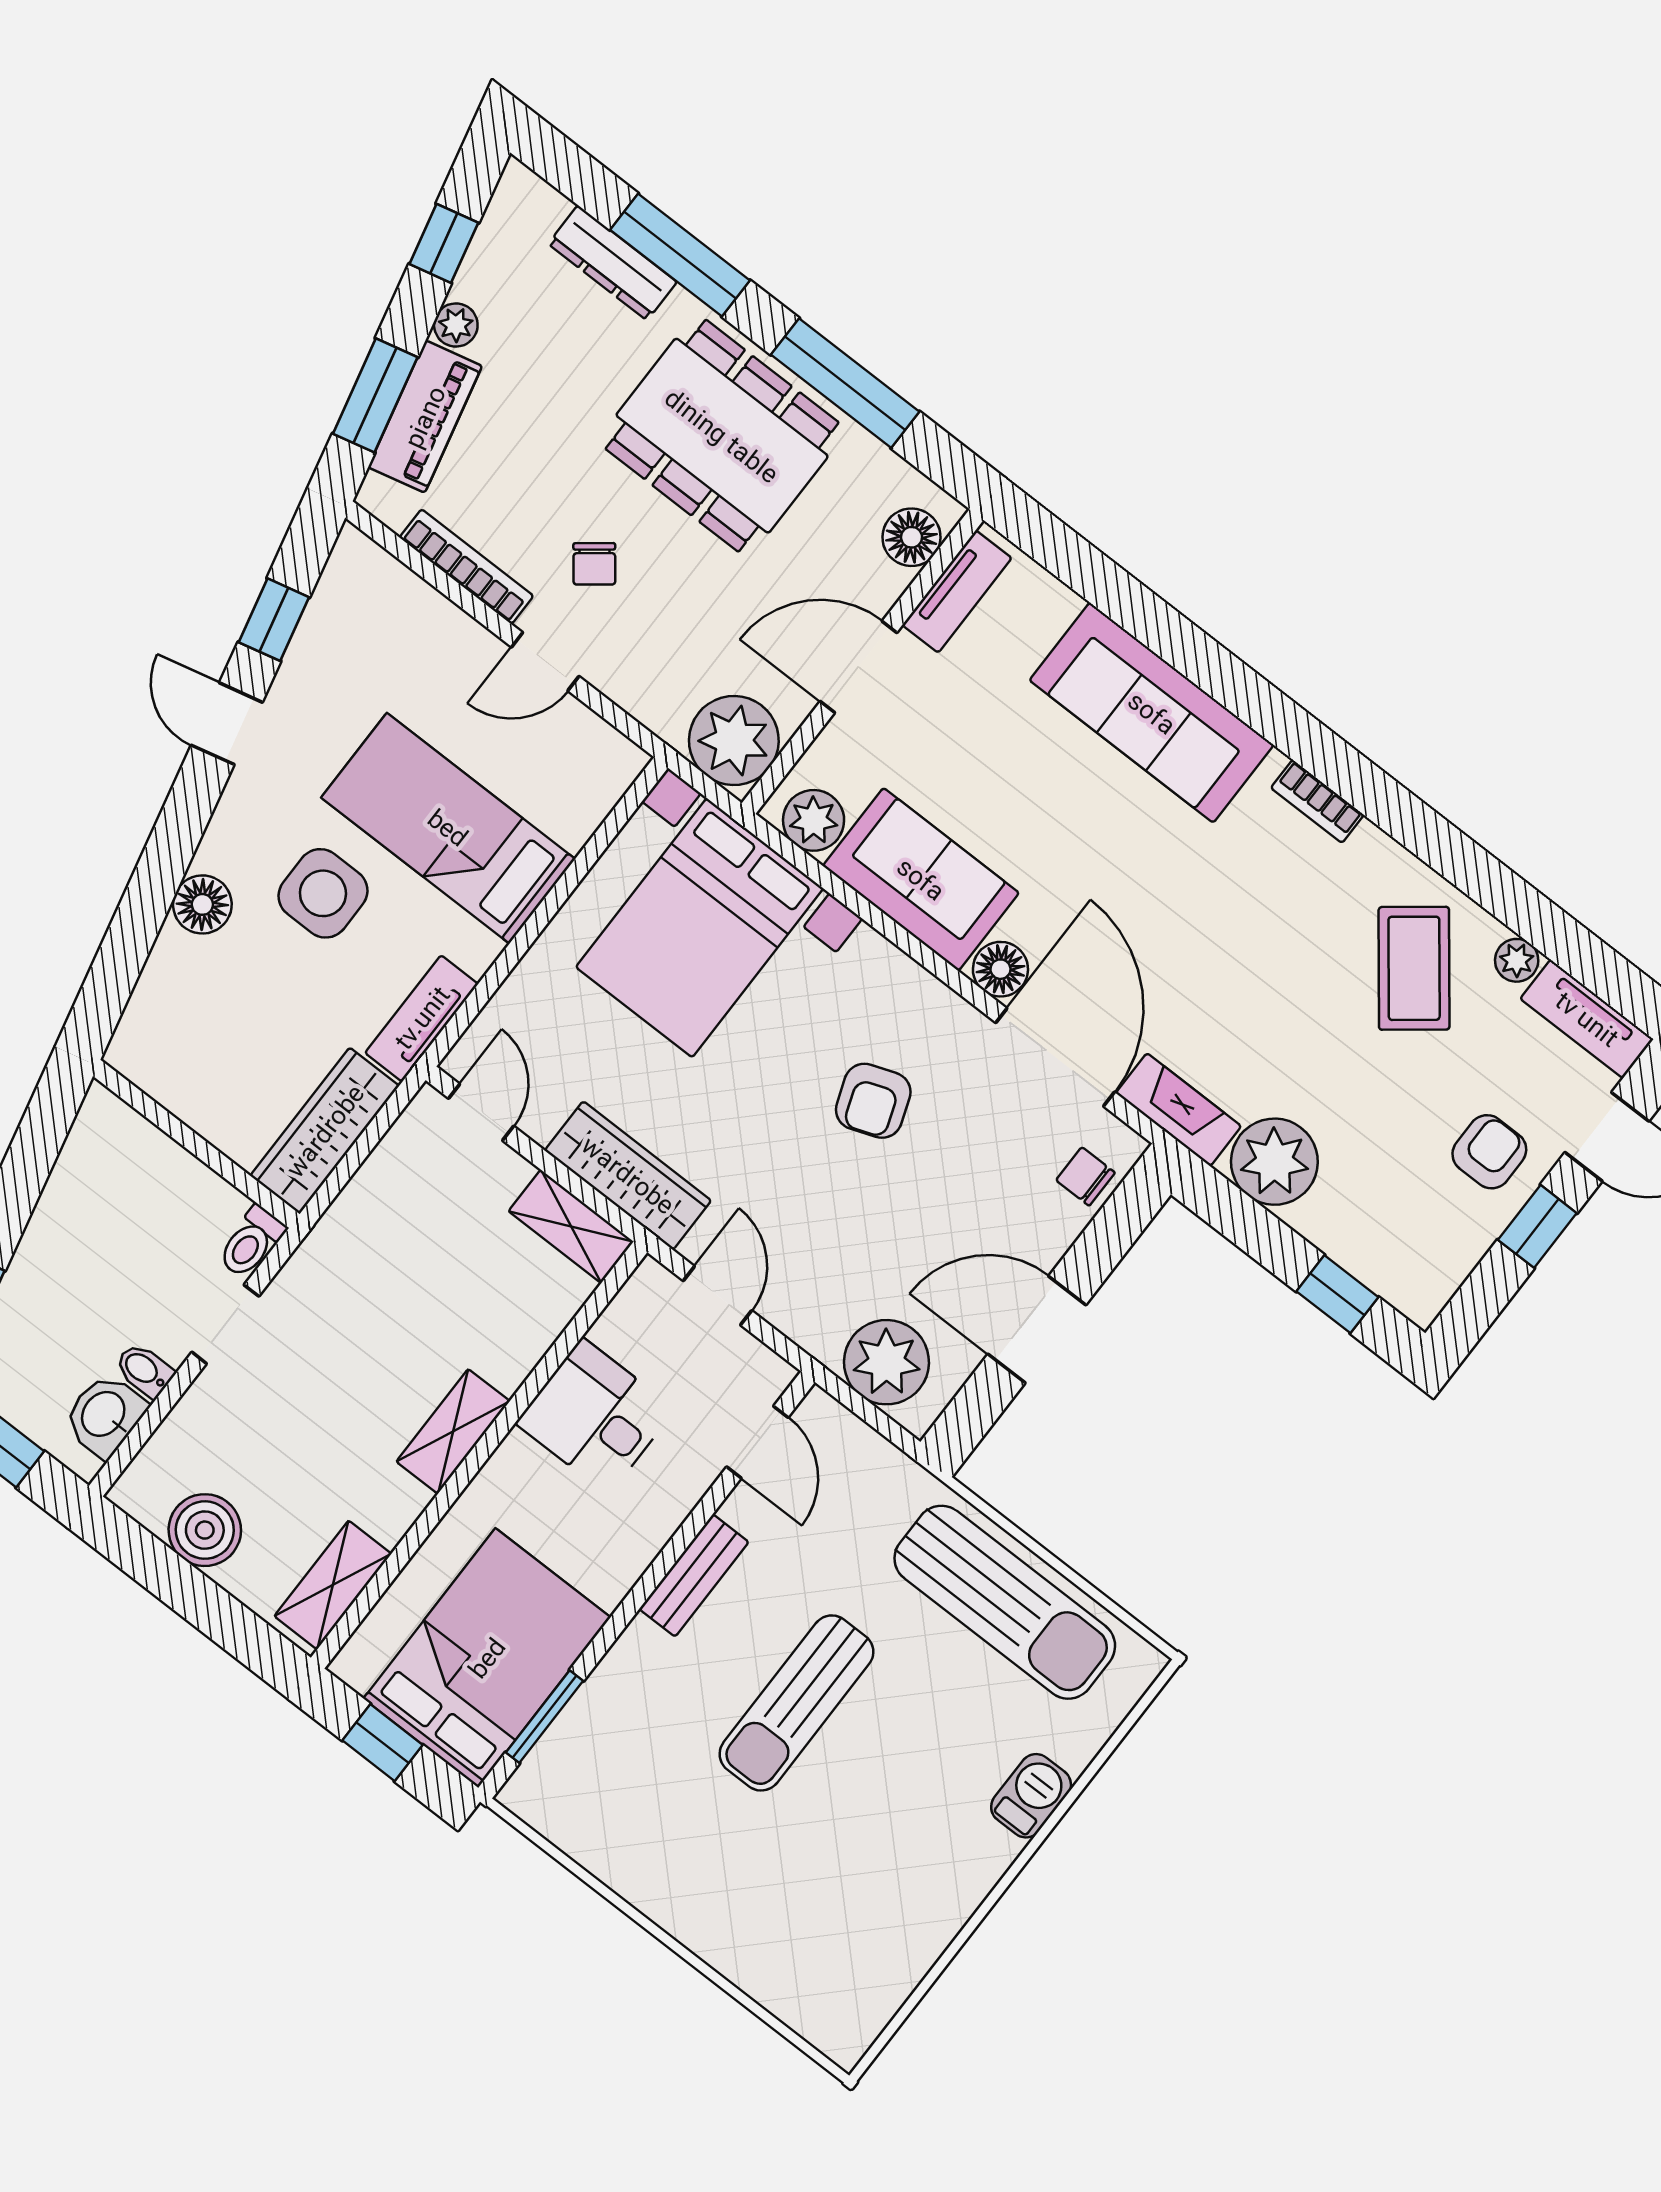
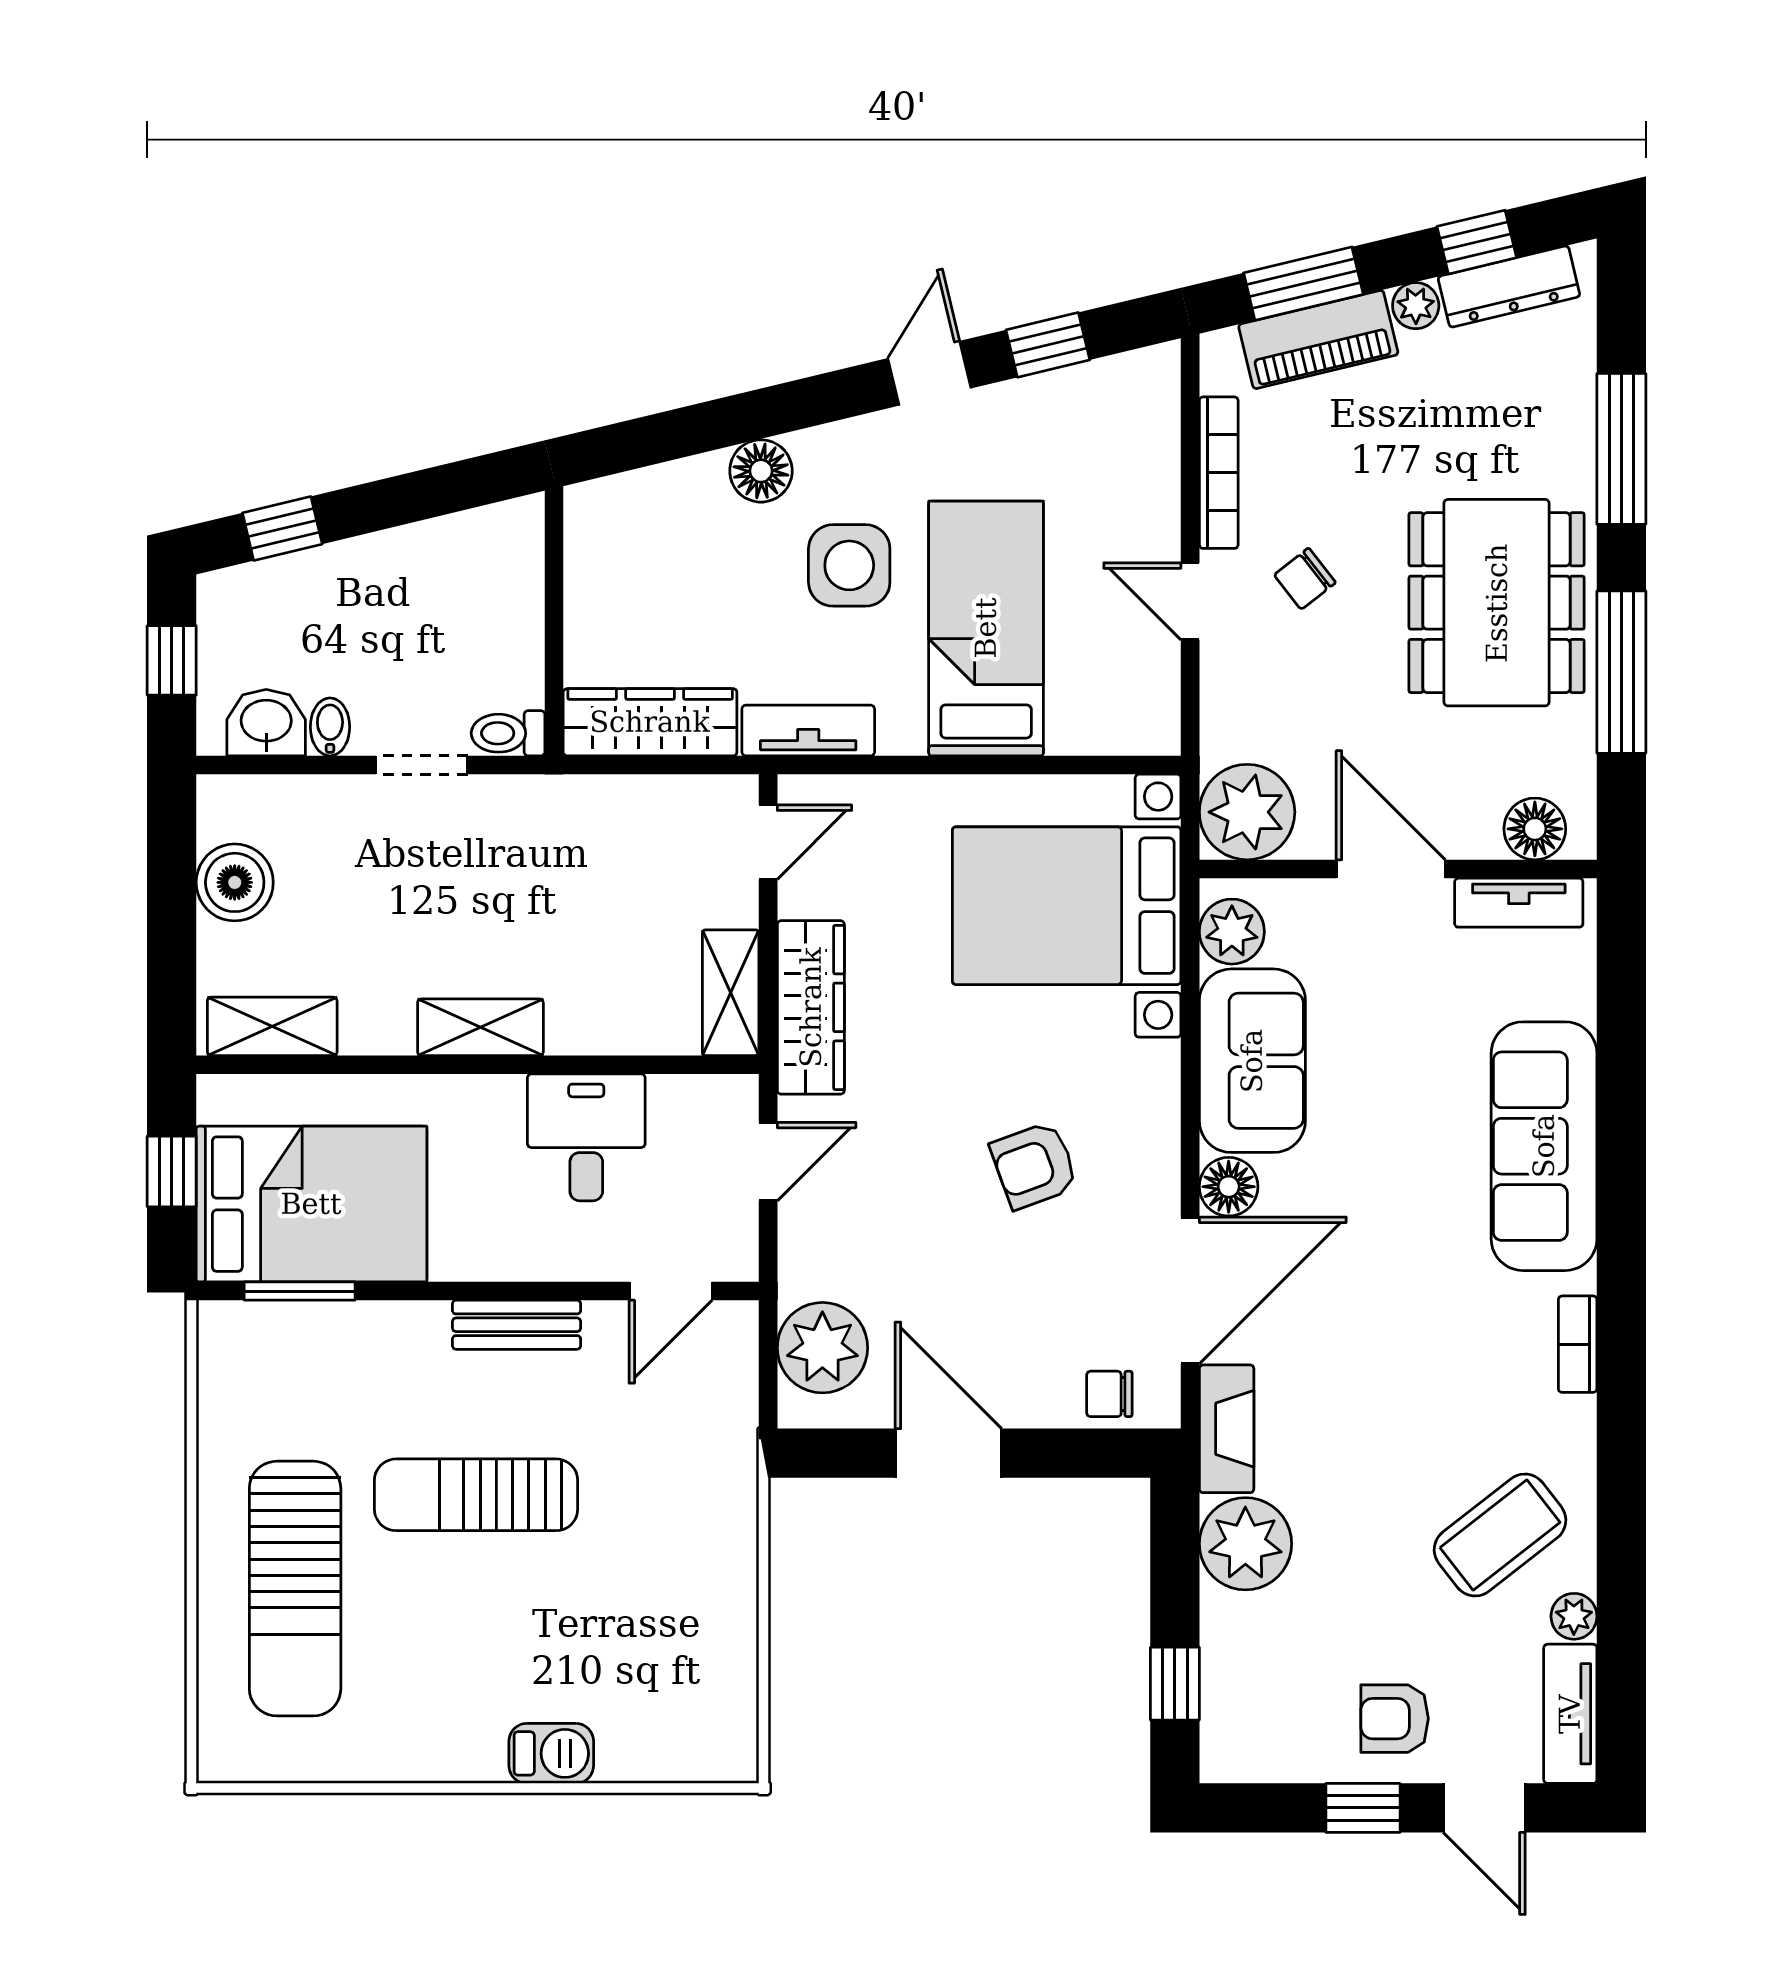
dresser: (613, 263) -> (1509, 286), moved, turned -103
armchair: (1489, 1152) -> (1395, 1719), turned 180
chair: (1085, 1176) -> (1109, 1394), turned -90
sun lounger: (1005, 1602) -> (295, 1589), moved

